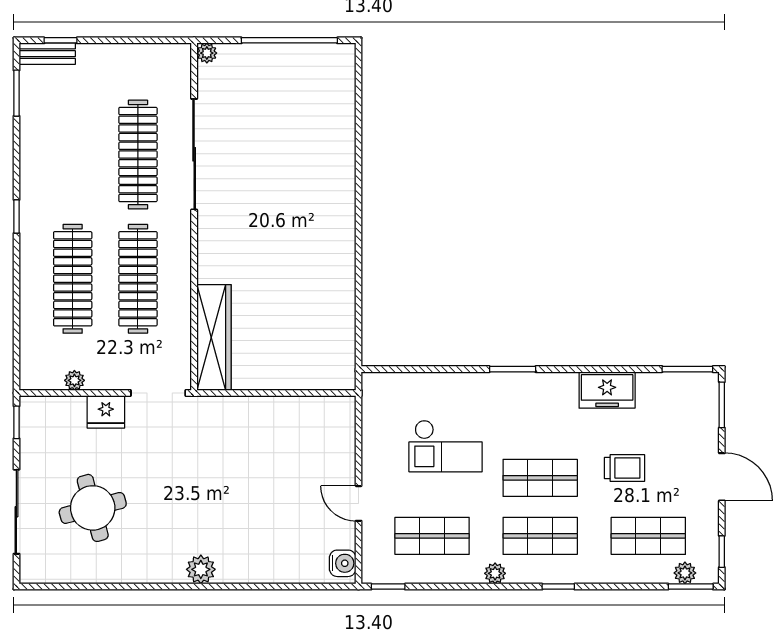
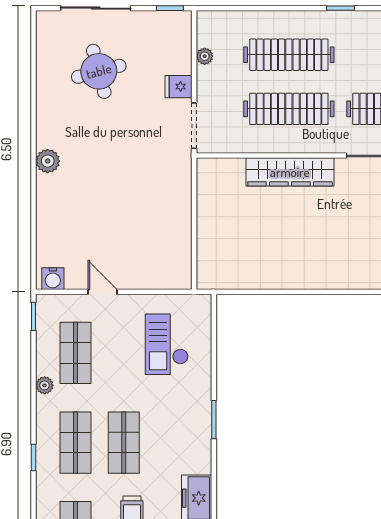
wardrobe: (214, 337) -> (290, 172), moved
fridge: (106, 412) -> (178, 87), width x0.72
checkout: (446, 446) -> (167, 344), moved
door: (359, 503) -> (103, 292), hinge flipped
plant: (495, 573) -> (45, 385), moved

